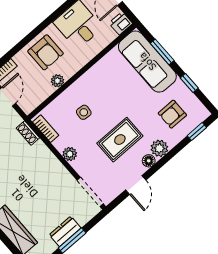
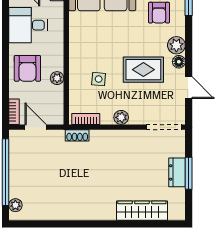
armchair: (46, 52) -> (27, 68), turned 90
rug: (120, 140) -> (143, 70), turned 90

